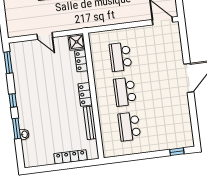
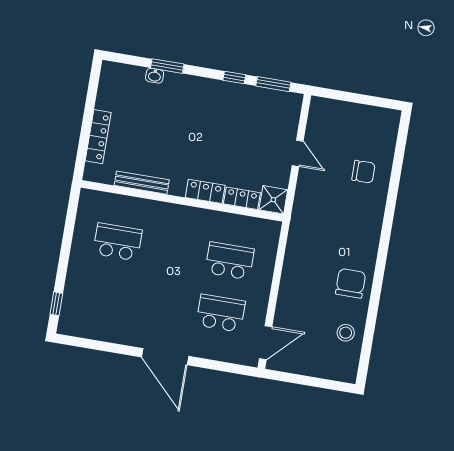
door: (45, 36) -> (298, 153), swing flipped
school desk: (125, 92) -> (221, 313), moved
locker: (85, 94) -> (205, 191), moved
window: (13, 100) -> (234, 77), moved

